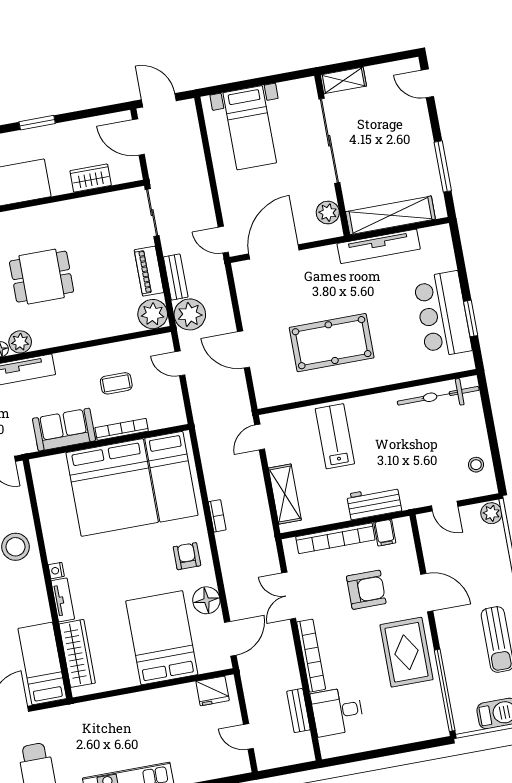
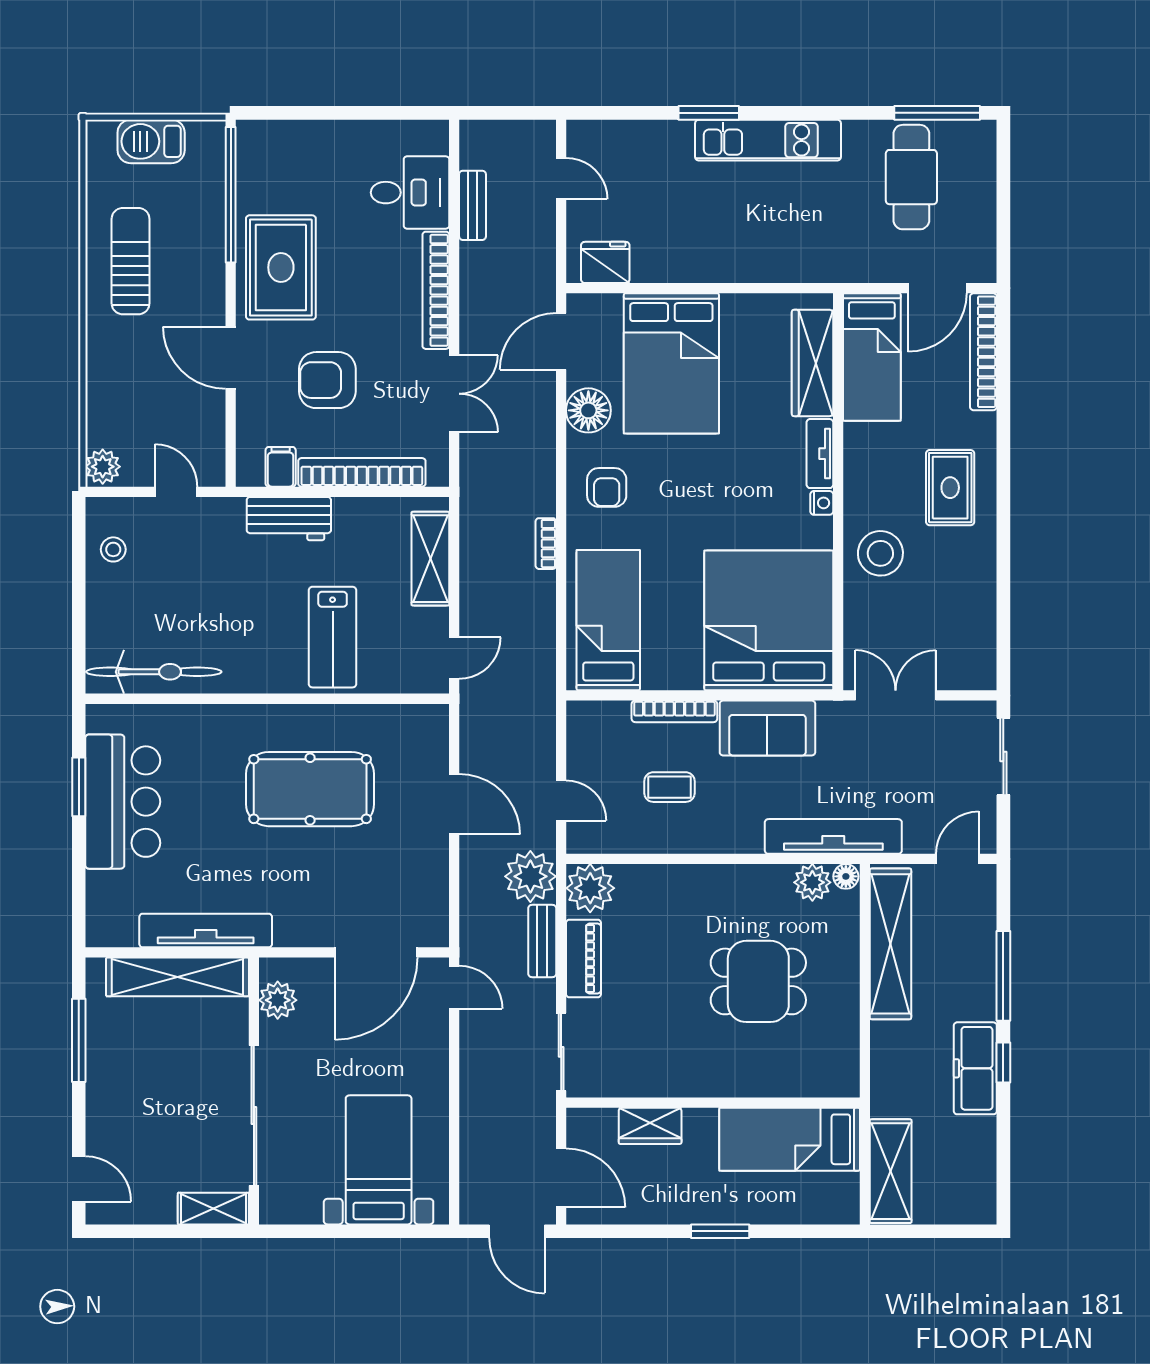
bed: (112, 487) -> (769, 620), moved

